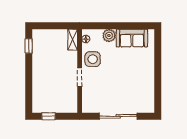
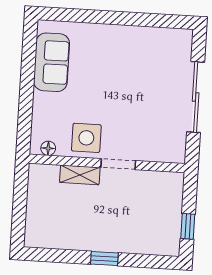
plant: (109, 36) -> (44, 105), removed
shelving: (73, 40) -> (80, 175), moved
window: (29, 46) -> (104, 259), moved

